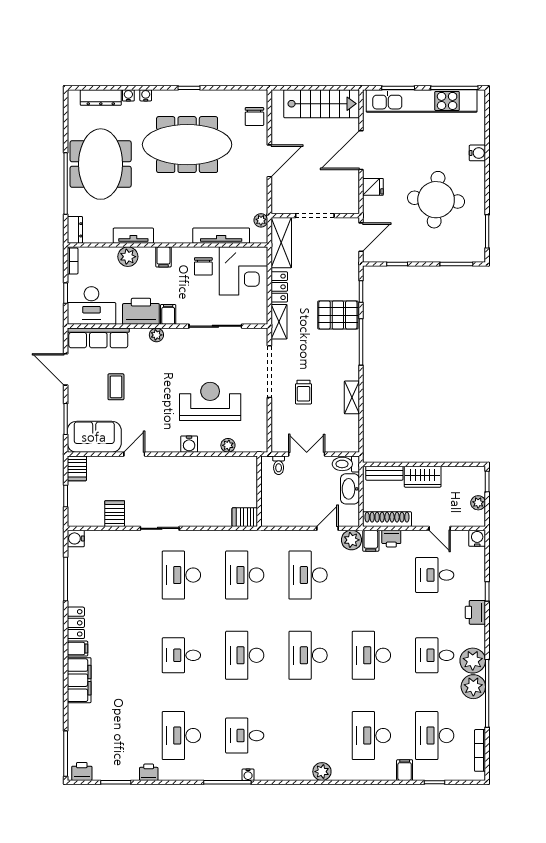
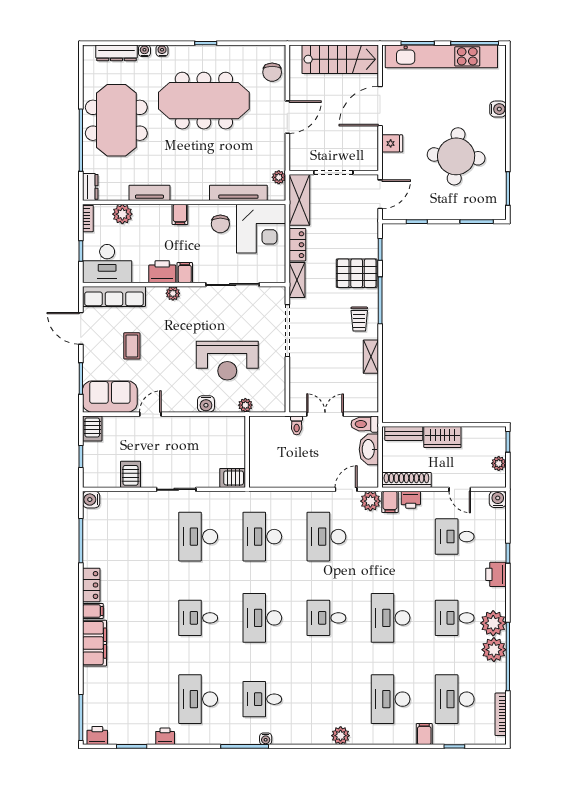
plant: (128, 257) -> (122, 214), moved
printer: (141, 311) -> (162, 272), width x0.73, depth x0.84
trolley: (303, 392) -> (359, 319), moved
reception desk: (210, 401) -> (227, 361), turned 180
wall: (259, 491) -> (247, 452), moved
server rack: (245, 517) -> (233, 478), moved
desk: (308, 655) -> (326, 618), width x0.73

